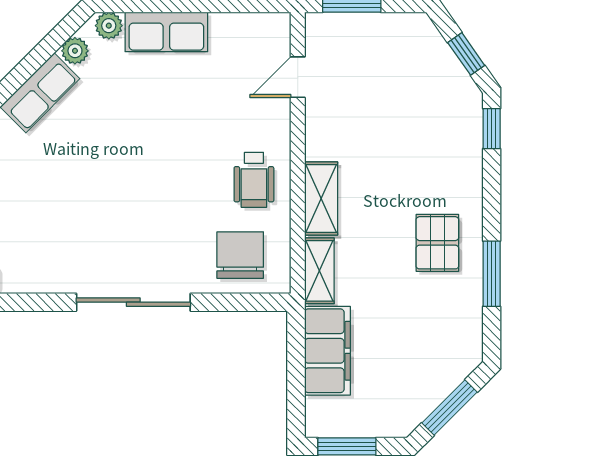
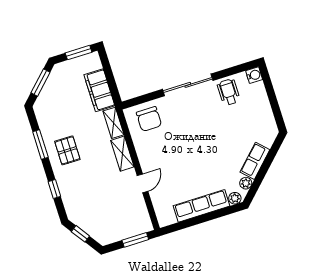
row of seats: (166, 32) -> (201, 206), width x1.48
door: (298, 77) -> (143, 183), moved
window: (492, 129) -> (54, 189), moved
wheelchair: (254, 180) -> (229, 92), moved

